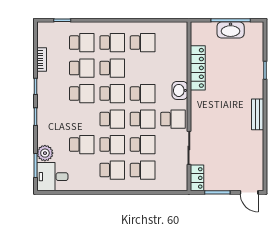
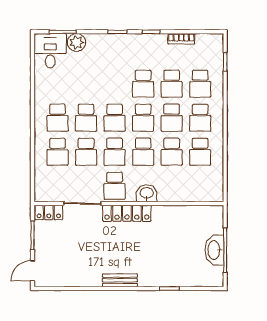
locker: (198, 68) -> (127, 213), moved
school desk: (82, 145) -> (172, 152), moved

